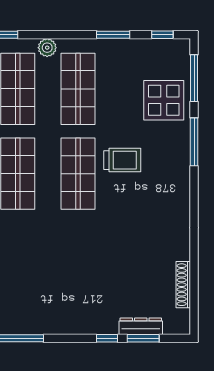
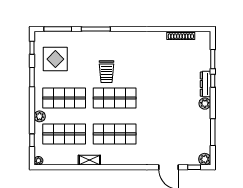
display table: (164, 100) -> (55, 59), moved
trolley: (122, 160) -> (107, 72), turned 180
plant: (69, 325) -> (205, 104), added
dresser: (141, 326) -> (206, 84), moved

